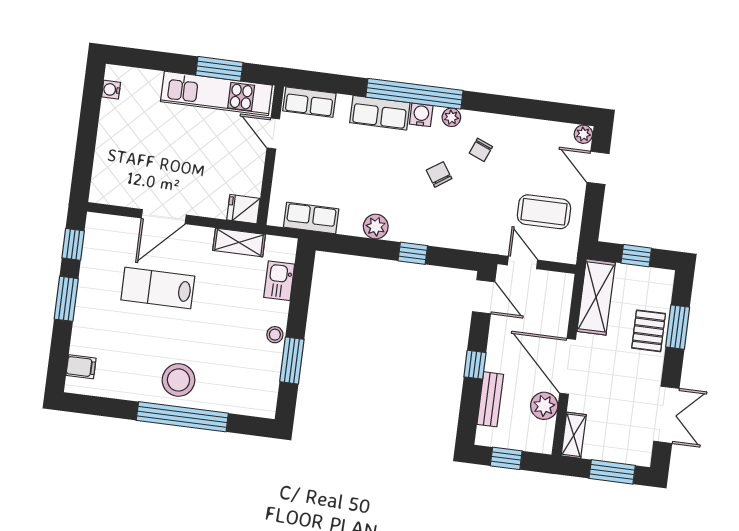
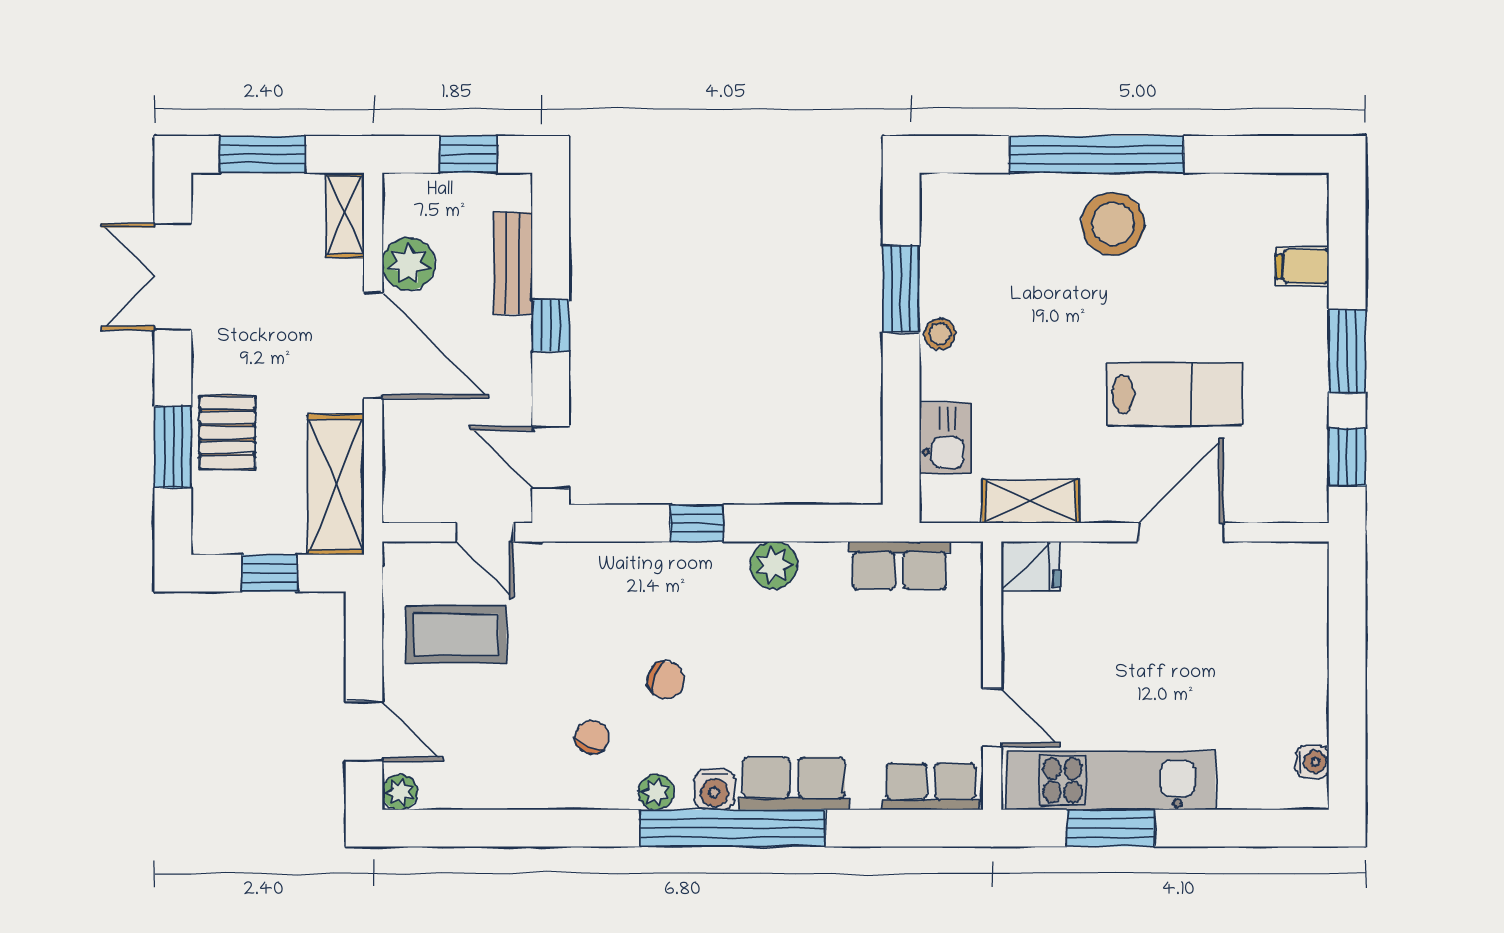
chair: (439, 174) -> (666, 680), turned -35
filing cabinet: (81, 367) -> (1302, 266), moved

